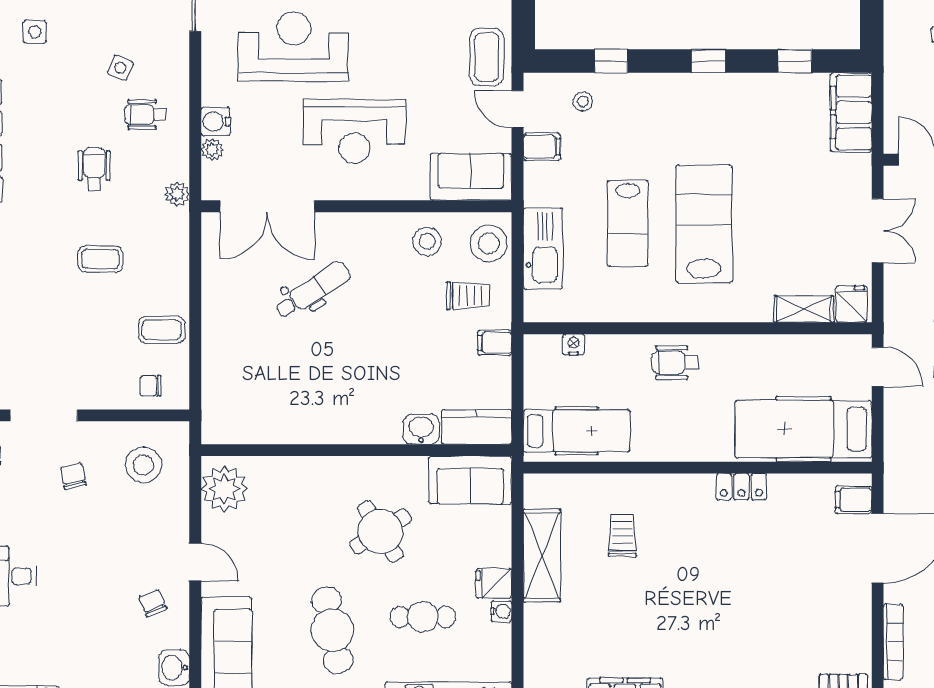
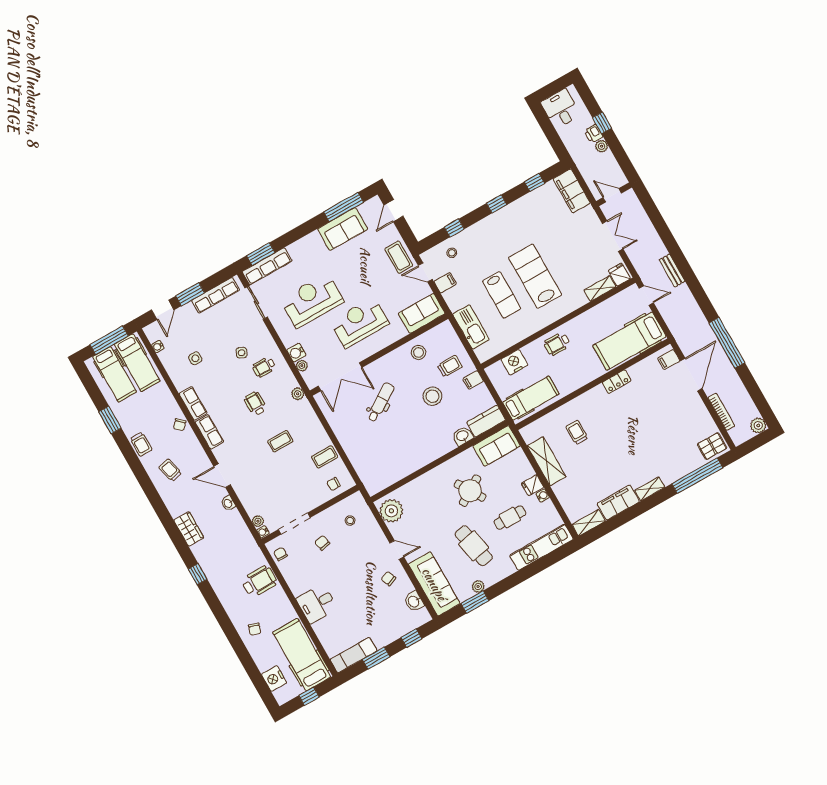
reception desk: (354, 131) -> (360, 323), turned 180
stool: (489, 243) -> (432, 396), moved
nightstand: (574, 344) -> (514, 362), width x1.89, depth x1.79
stool: (143, 465) -> (350, 521), width x0.53, depth x0.53

